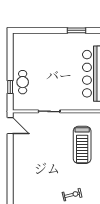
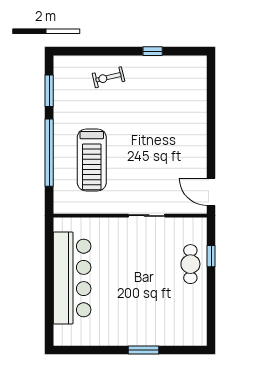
window: (76, 30) -> (143, 350), moved
treadmill: (82, 145) -> (92, 160), turned 180

